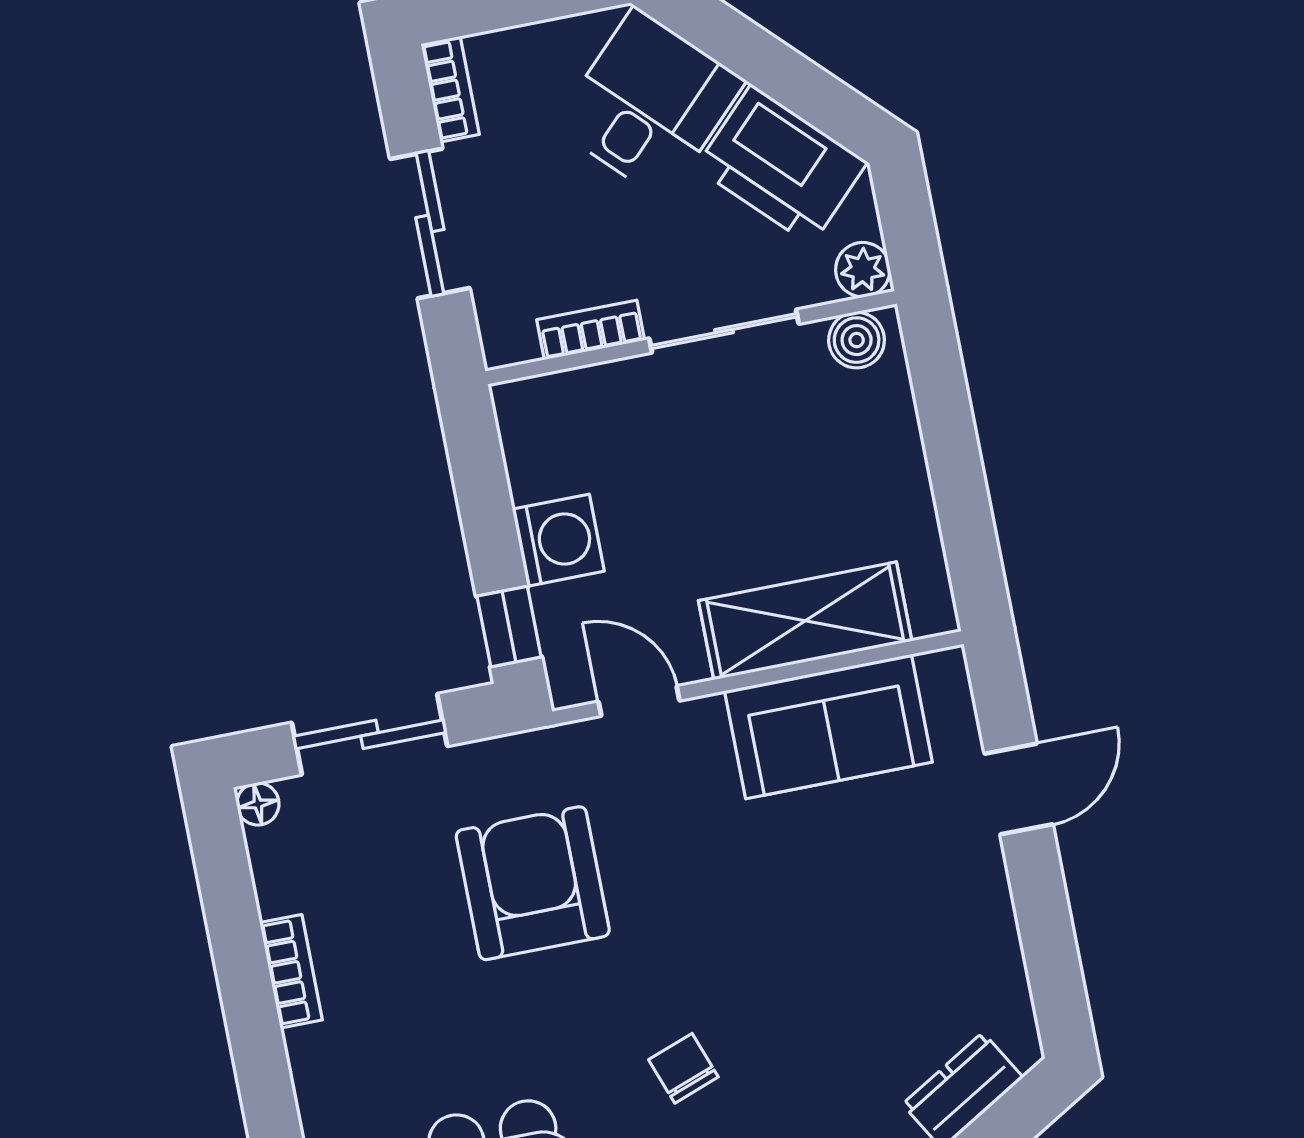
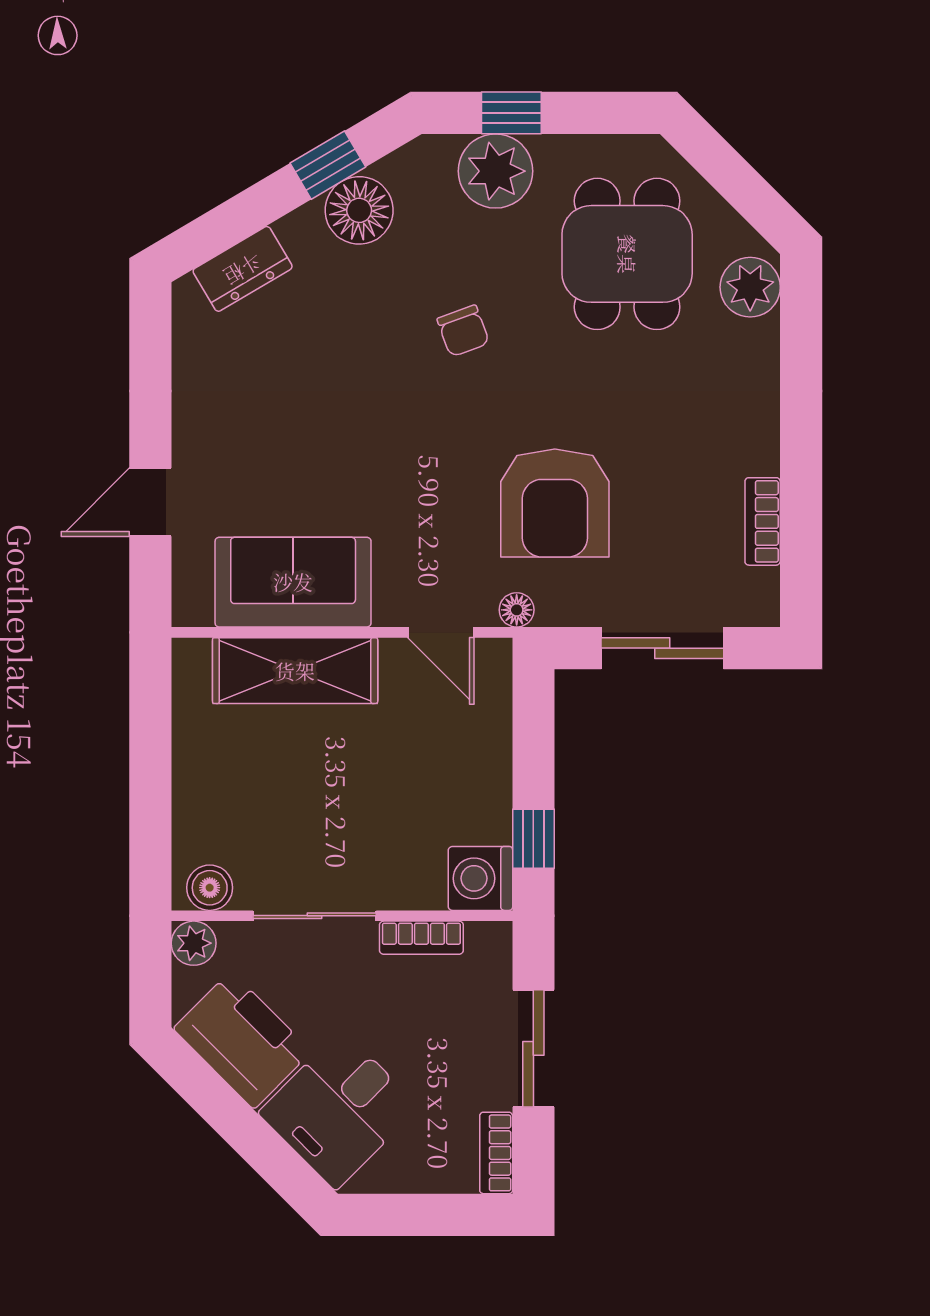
washing machine: (558, 540) -> (480, 878), moved
window: (509, 627) -> (533, 839), moved
floor lamp: (258, 804) -> (517, 610), moved
bookcase: (291, 971) -> (763, 521), moved

